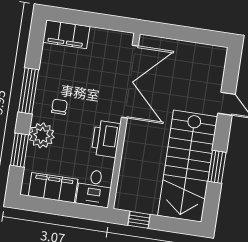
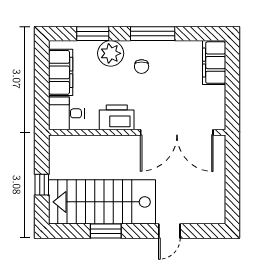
chair: (59, 107) -> (142, 67), turned 90
window: (139, 220) -> (42, 185), moved

